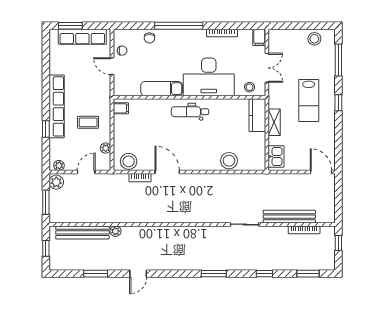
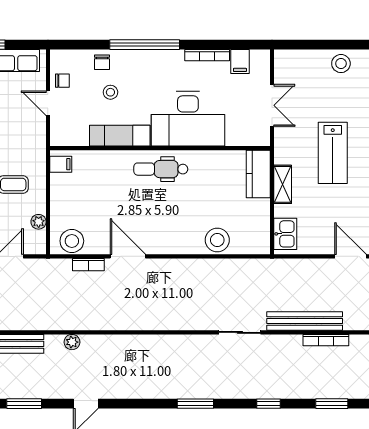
filing cabinet: (259, 37) -> (240, 61), moved
stool: (250, 87) -> (110, 92), moved
plant: (115, 231) -> (72, 342), moved

